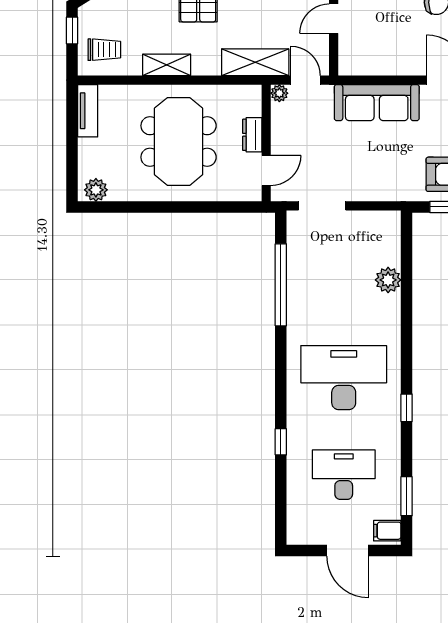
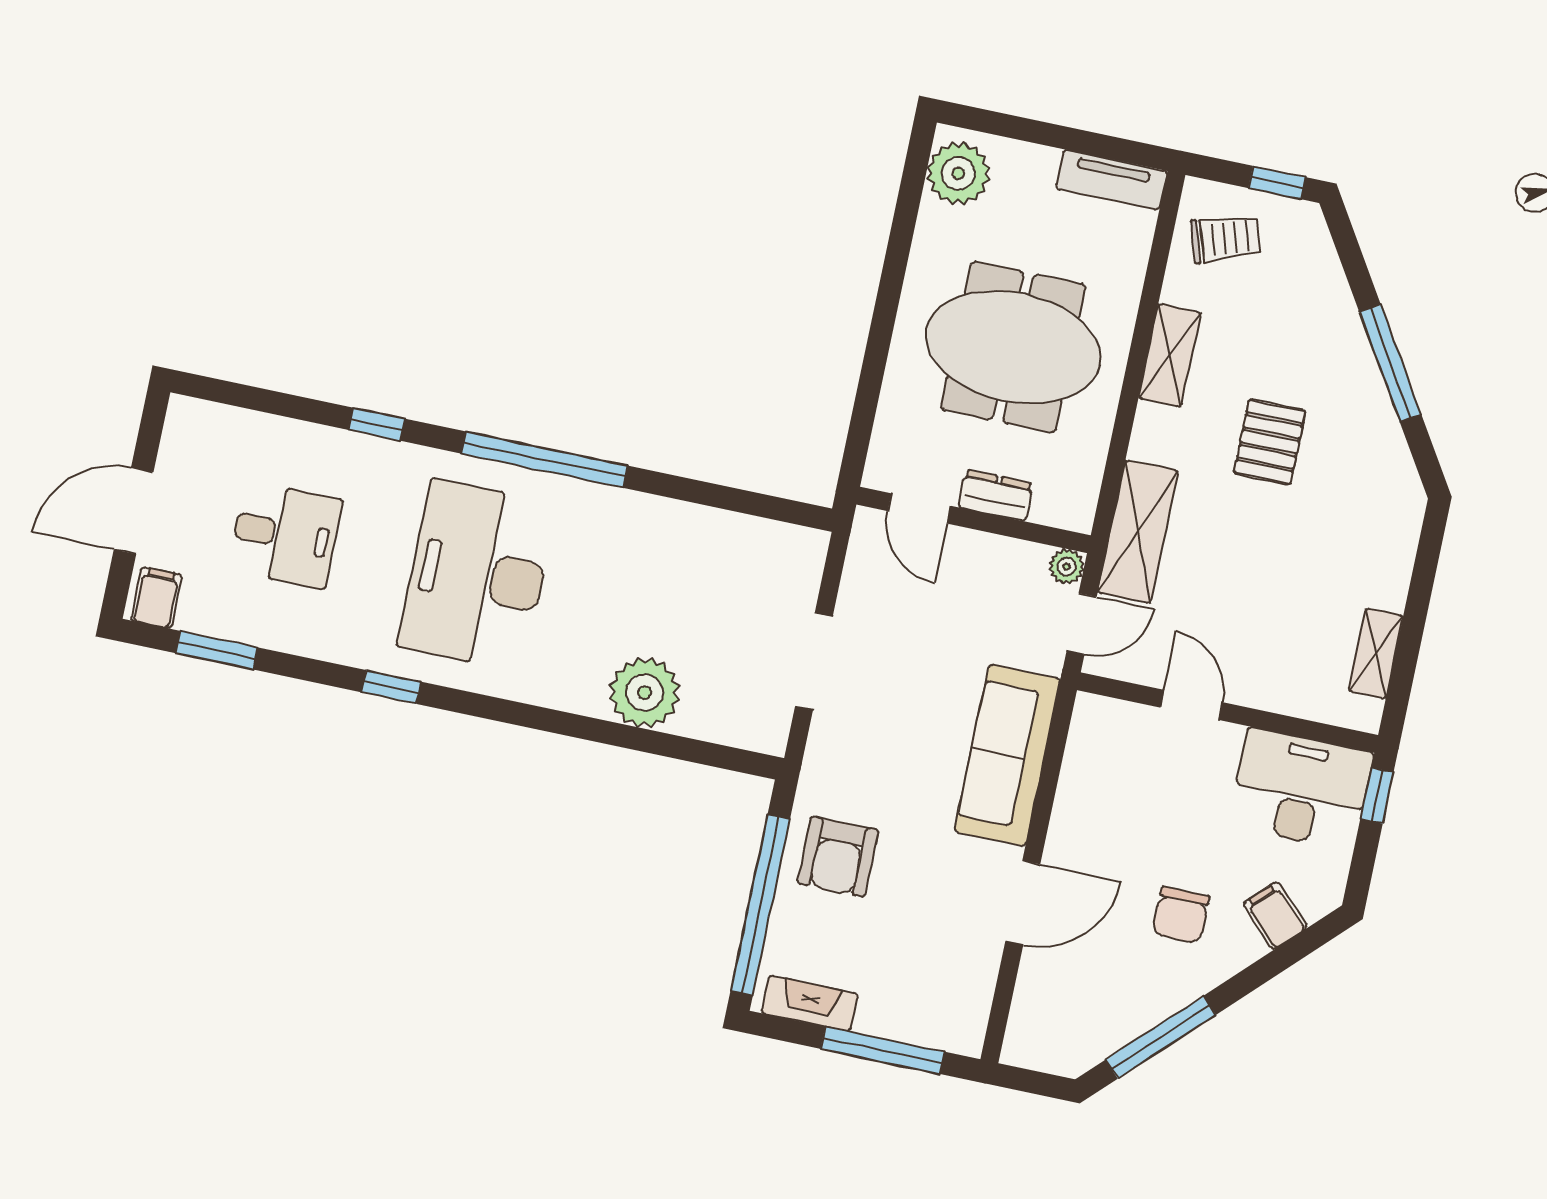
trolley: (104, 50) -> (1226, 239), turned -108
plant: (96, 190) -> (958, 173), width x1.36, depth x1.36
doorway: (322, 206) -> (814, 661), moved
plant: (388, 280) -> (645, 693), width x1.36, depth x1.36
window: (281, 285) -> (544, 460), moved
desk: (344, 378) -> (477, 575), turned 180
desk: (344, 475) -> (285, 535), width x0.73

